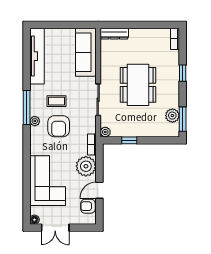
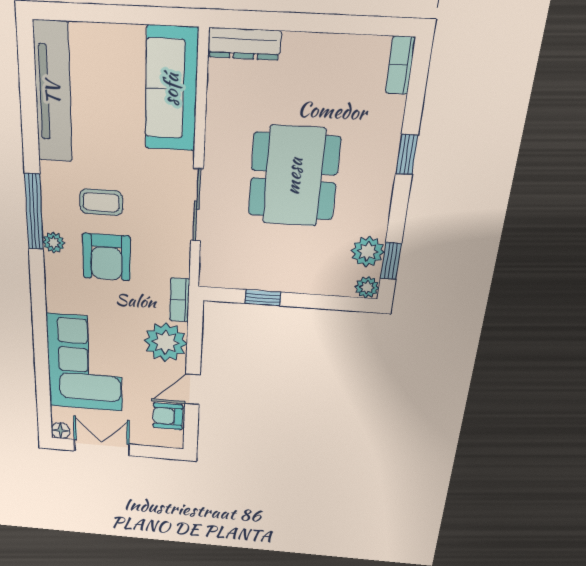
window: (183, 119) -> (391, 261), width x0.67
plant: (105, 132) -> (367, 287), moved
double door: (55, 228) -> (102, 448), swing flipped

